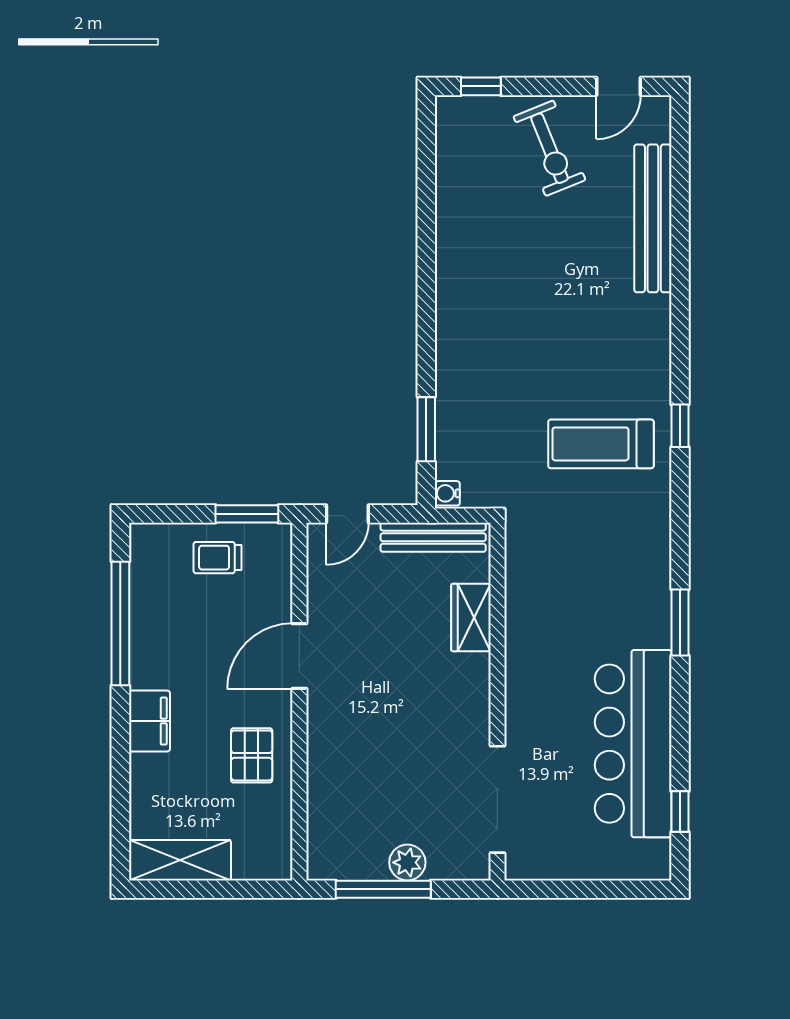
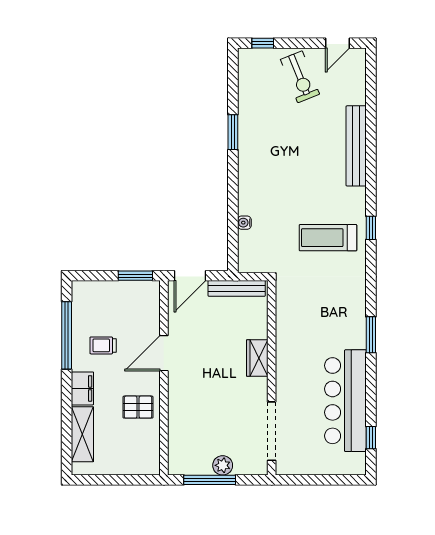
bench: (653, 218) -> (356, 146), moved
window: (426, 429) -> (233, 132), moved
water cooler: (447, 493) -> (244, 223), moved
door: (347, 514) -> (190, 276), width x1.38
trolley: (217, 558) -> (103, 345), moved
wardrobe: (471, 618) -> (257, 358), moved
pallet: (252, 755) -> (138, 407), turned 90
shelving: (180, 860) -> (82, 434), moved, turned 90

